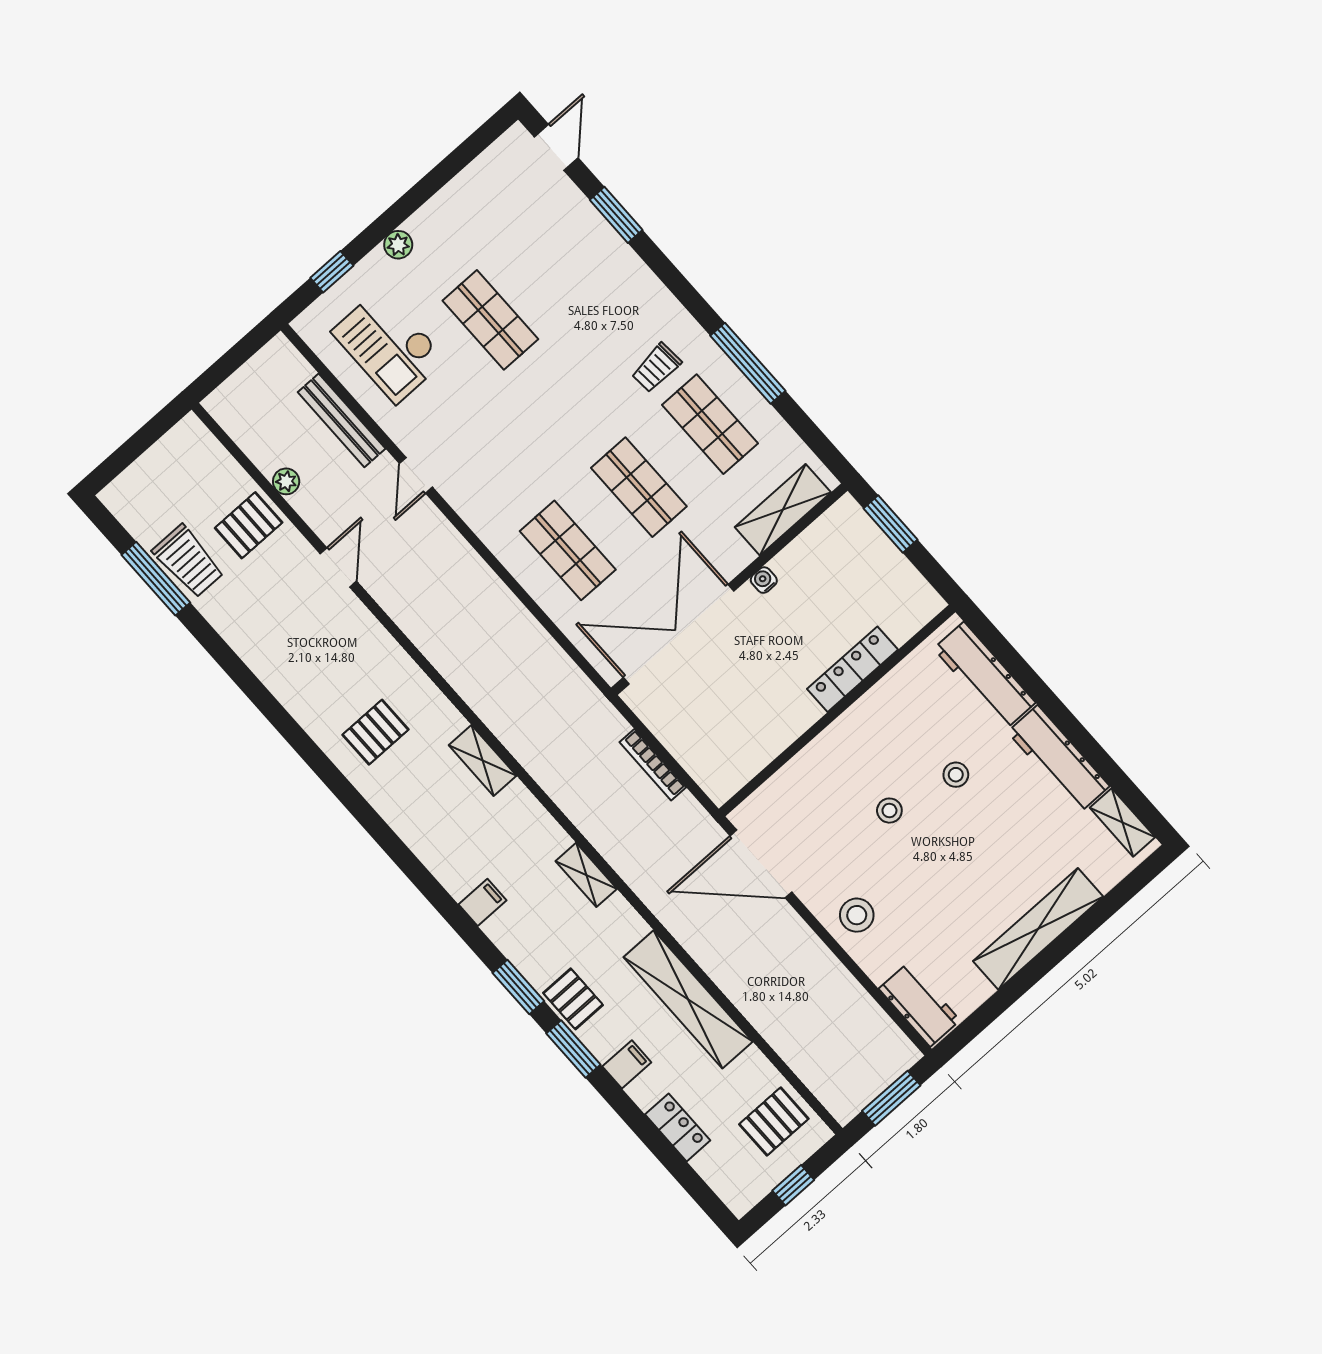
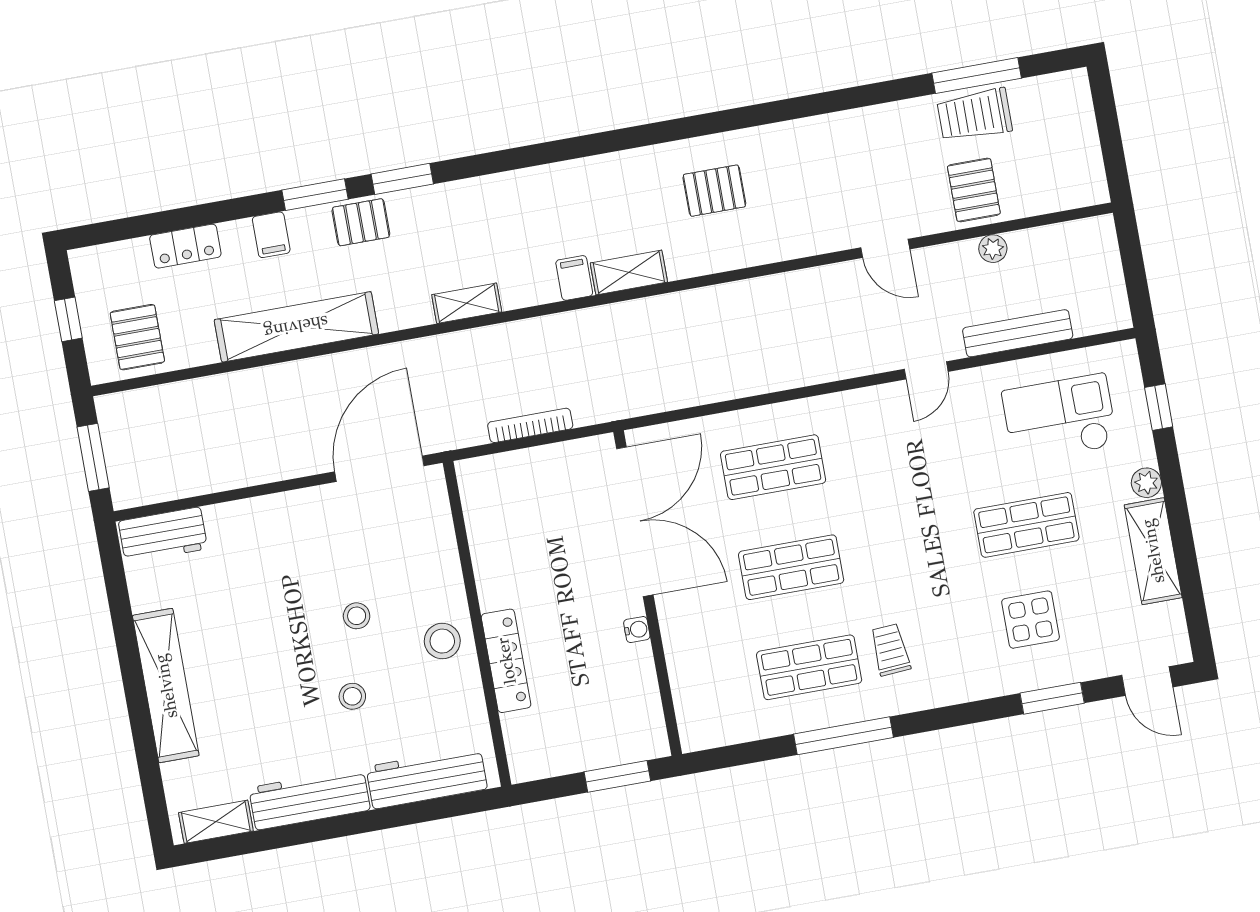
display table: (564, 270) -> (1031, 620), added
door: (416, 475) -> (926, 370), swing flipped
shelving: (783, 510) -> (1153, 551), moved
pallet: (375, 732) -> (714, 191), turned 90
filing cabinet: (482, 902) -> (574, 278), moved, turned 180
stool: (857, 915) -> (442, 641), moved

